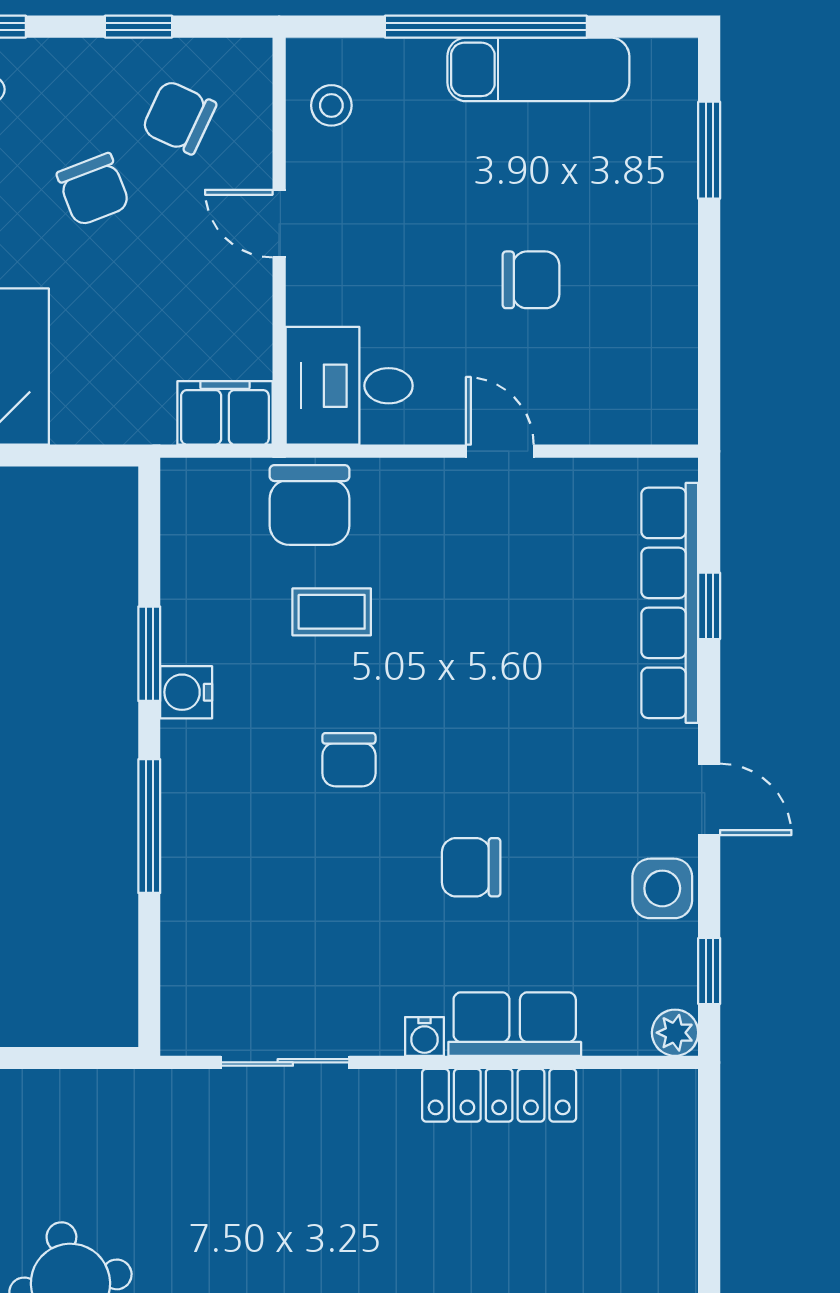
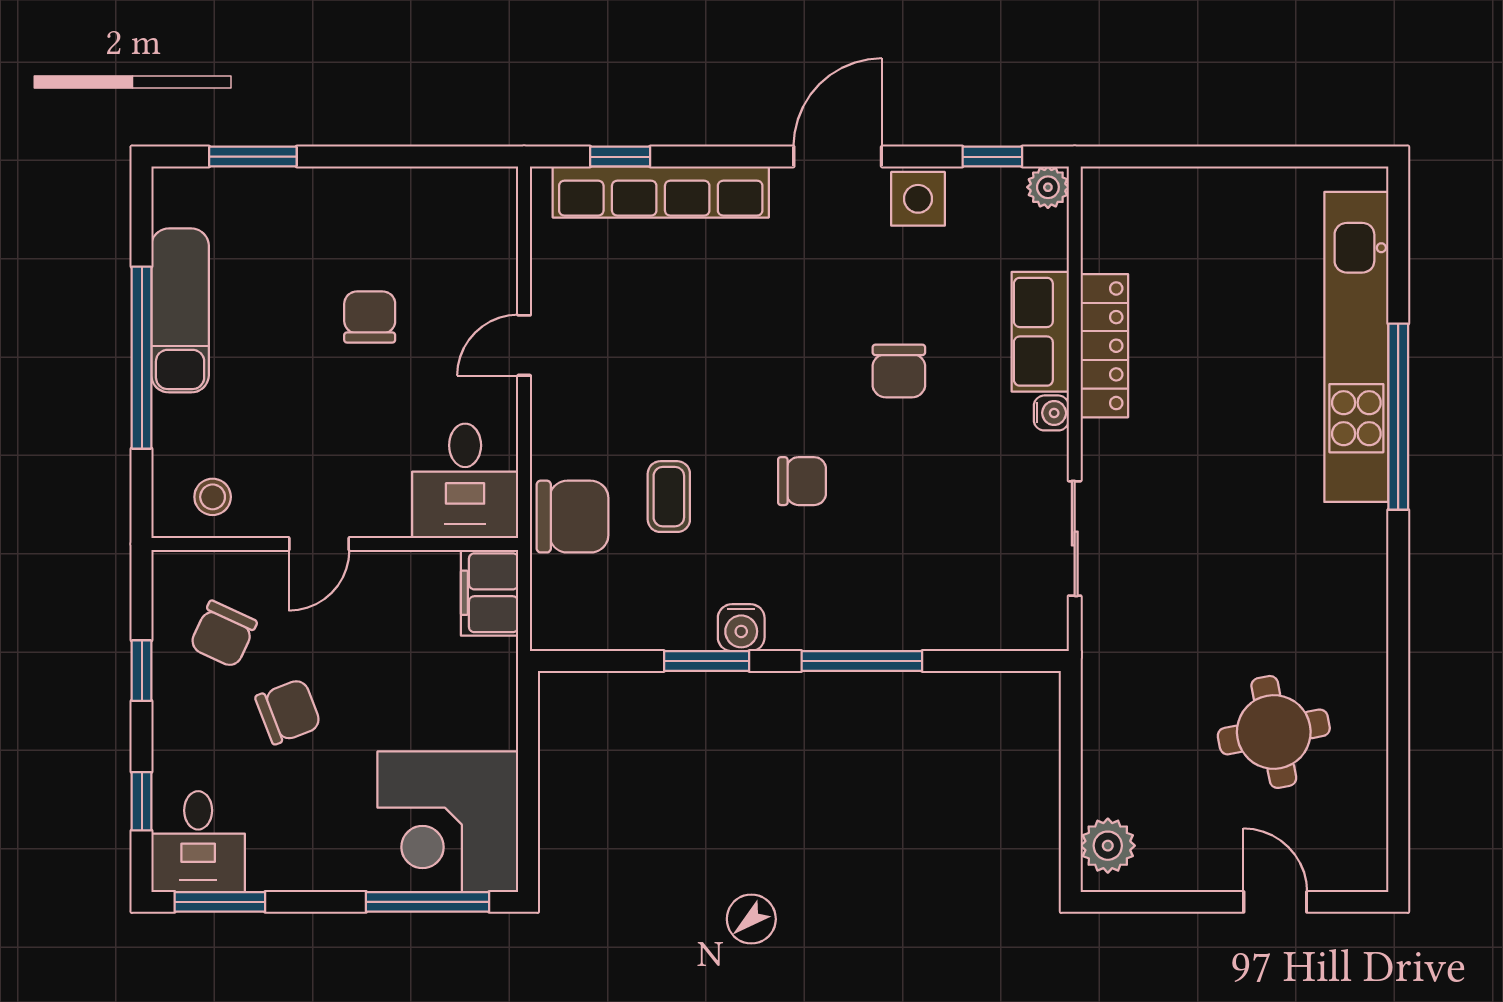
window: (709, 606) -> (620, 157), moved
door: (709, 799) -> (838, 157), width x1.38

